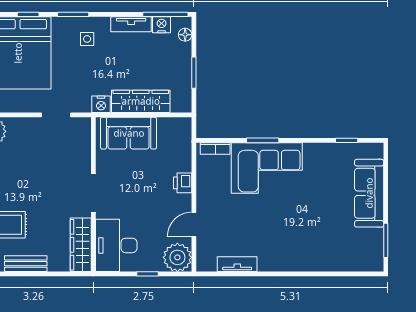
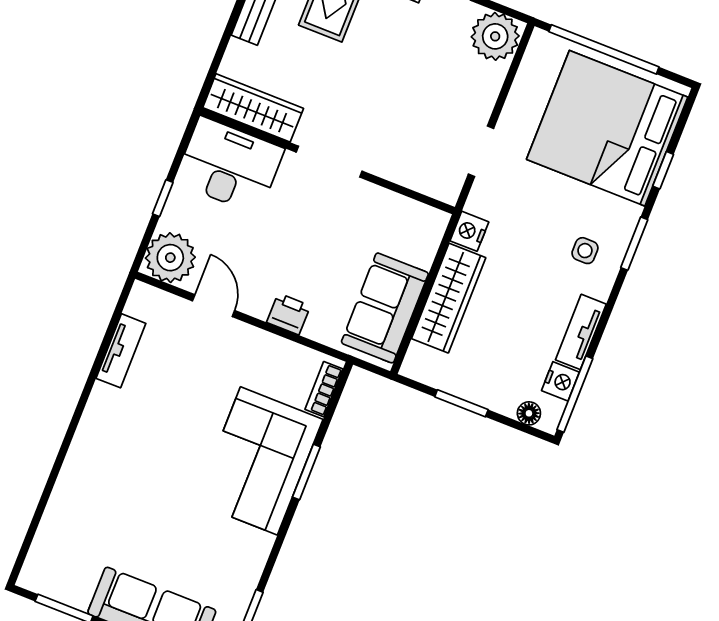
sofa: (129, 133) -> (385, 308), moved

